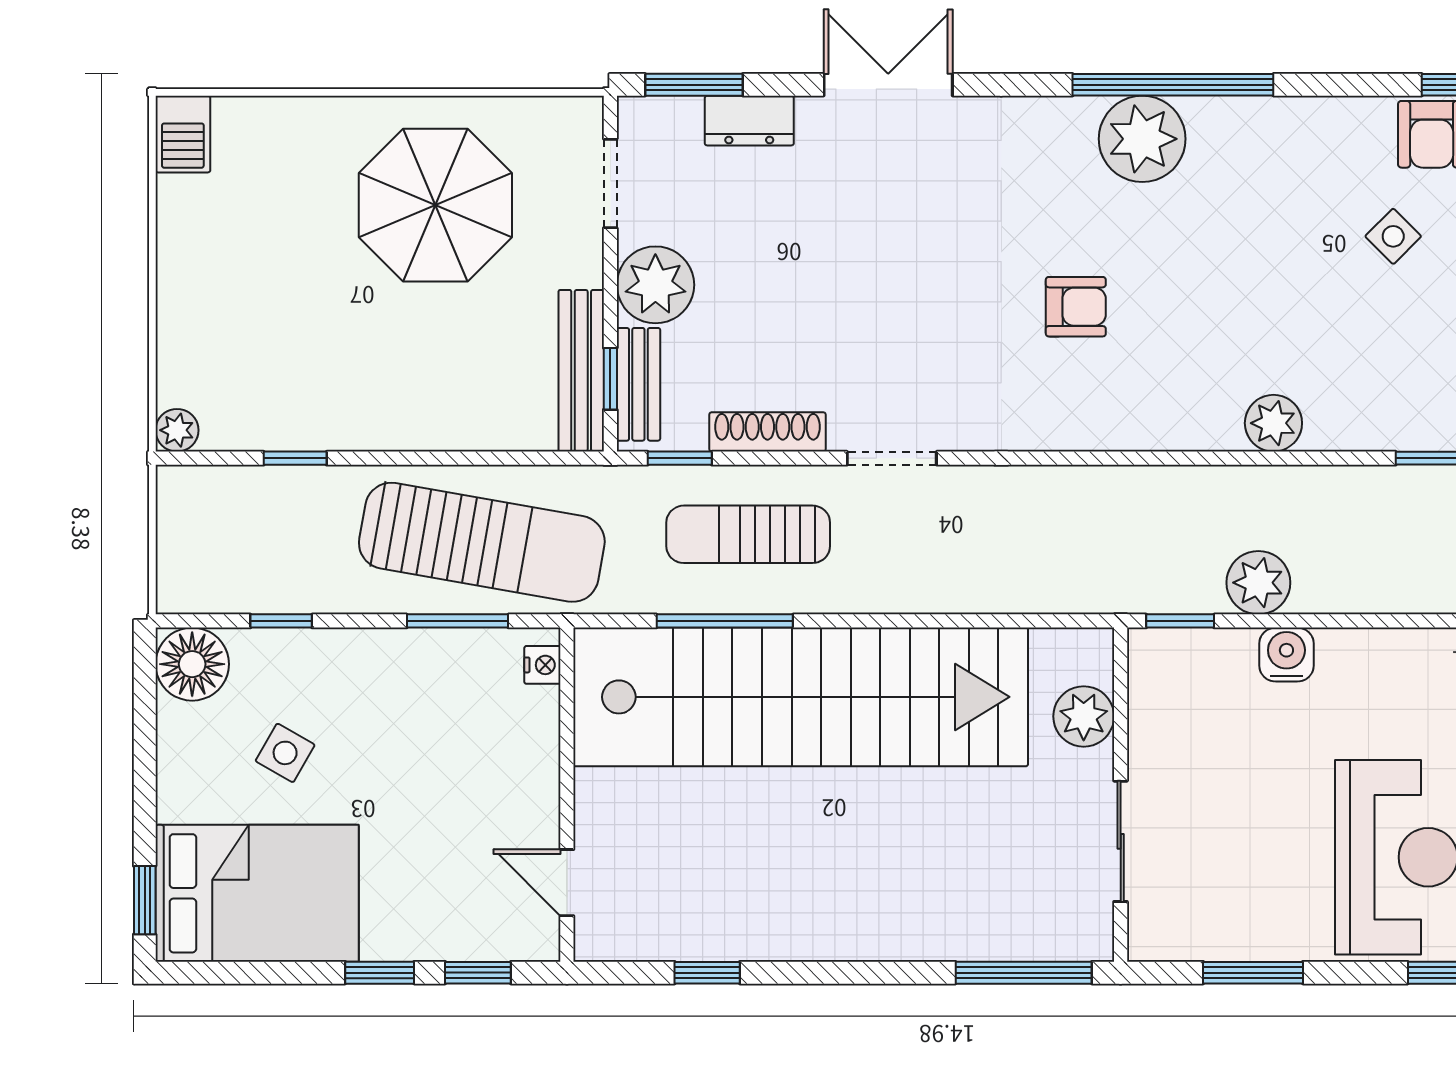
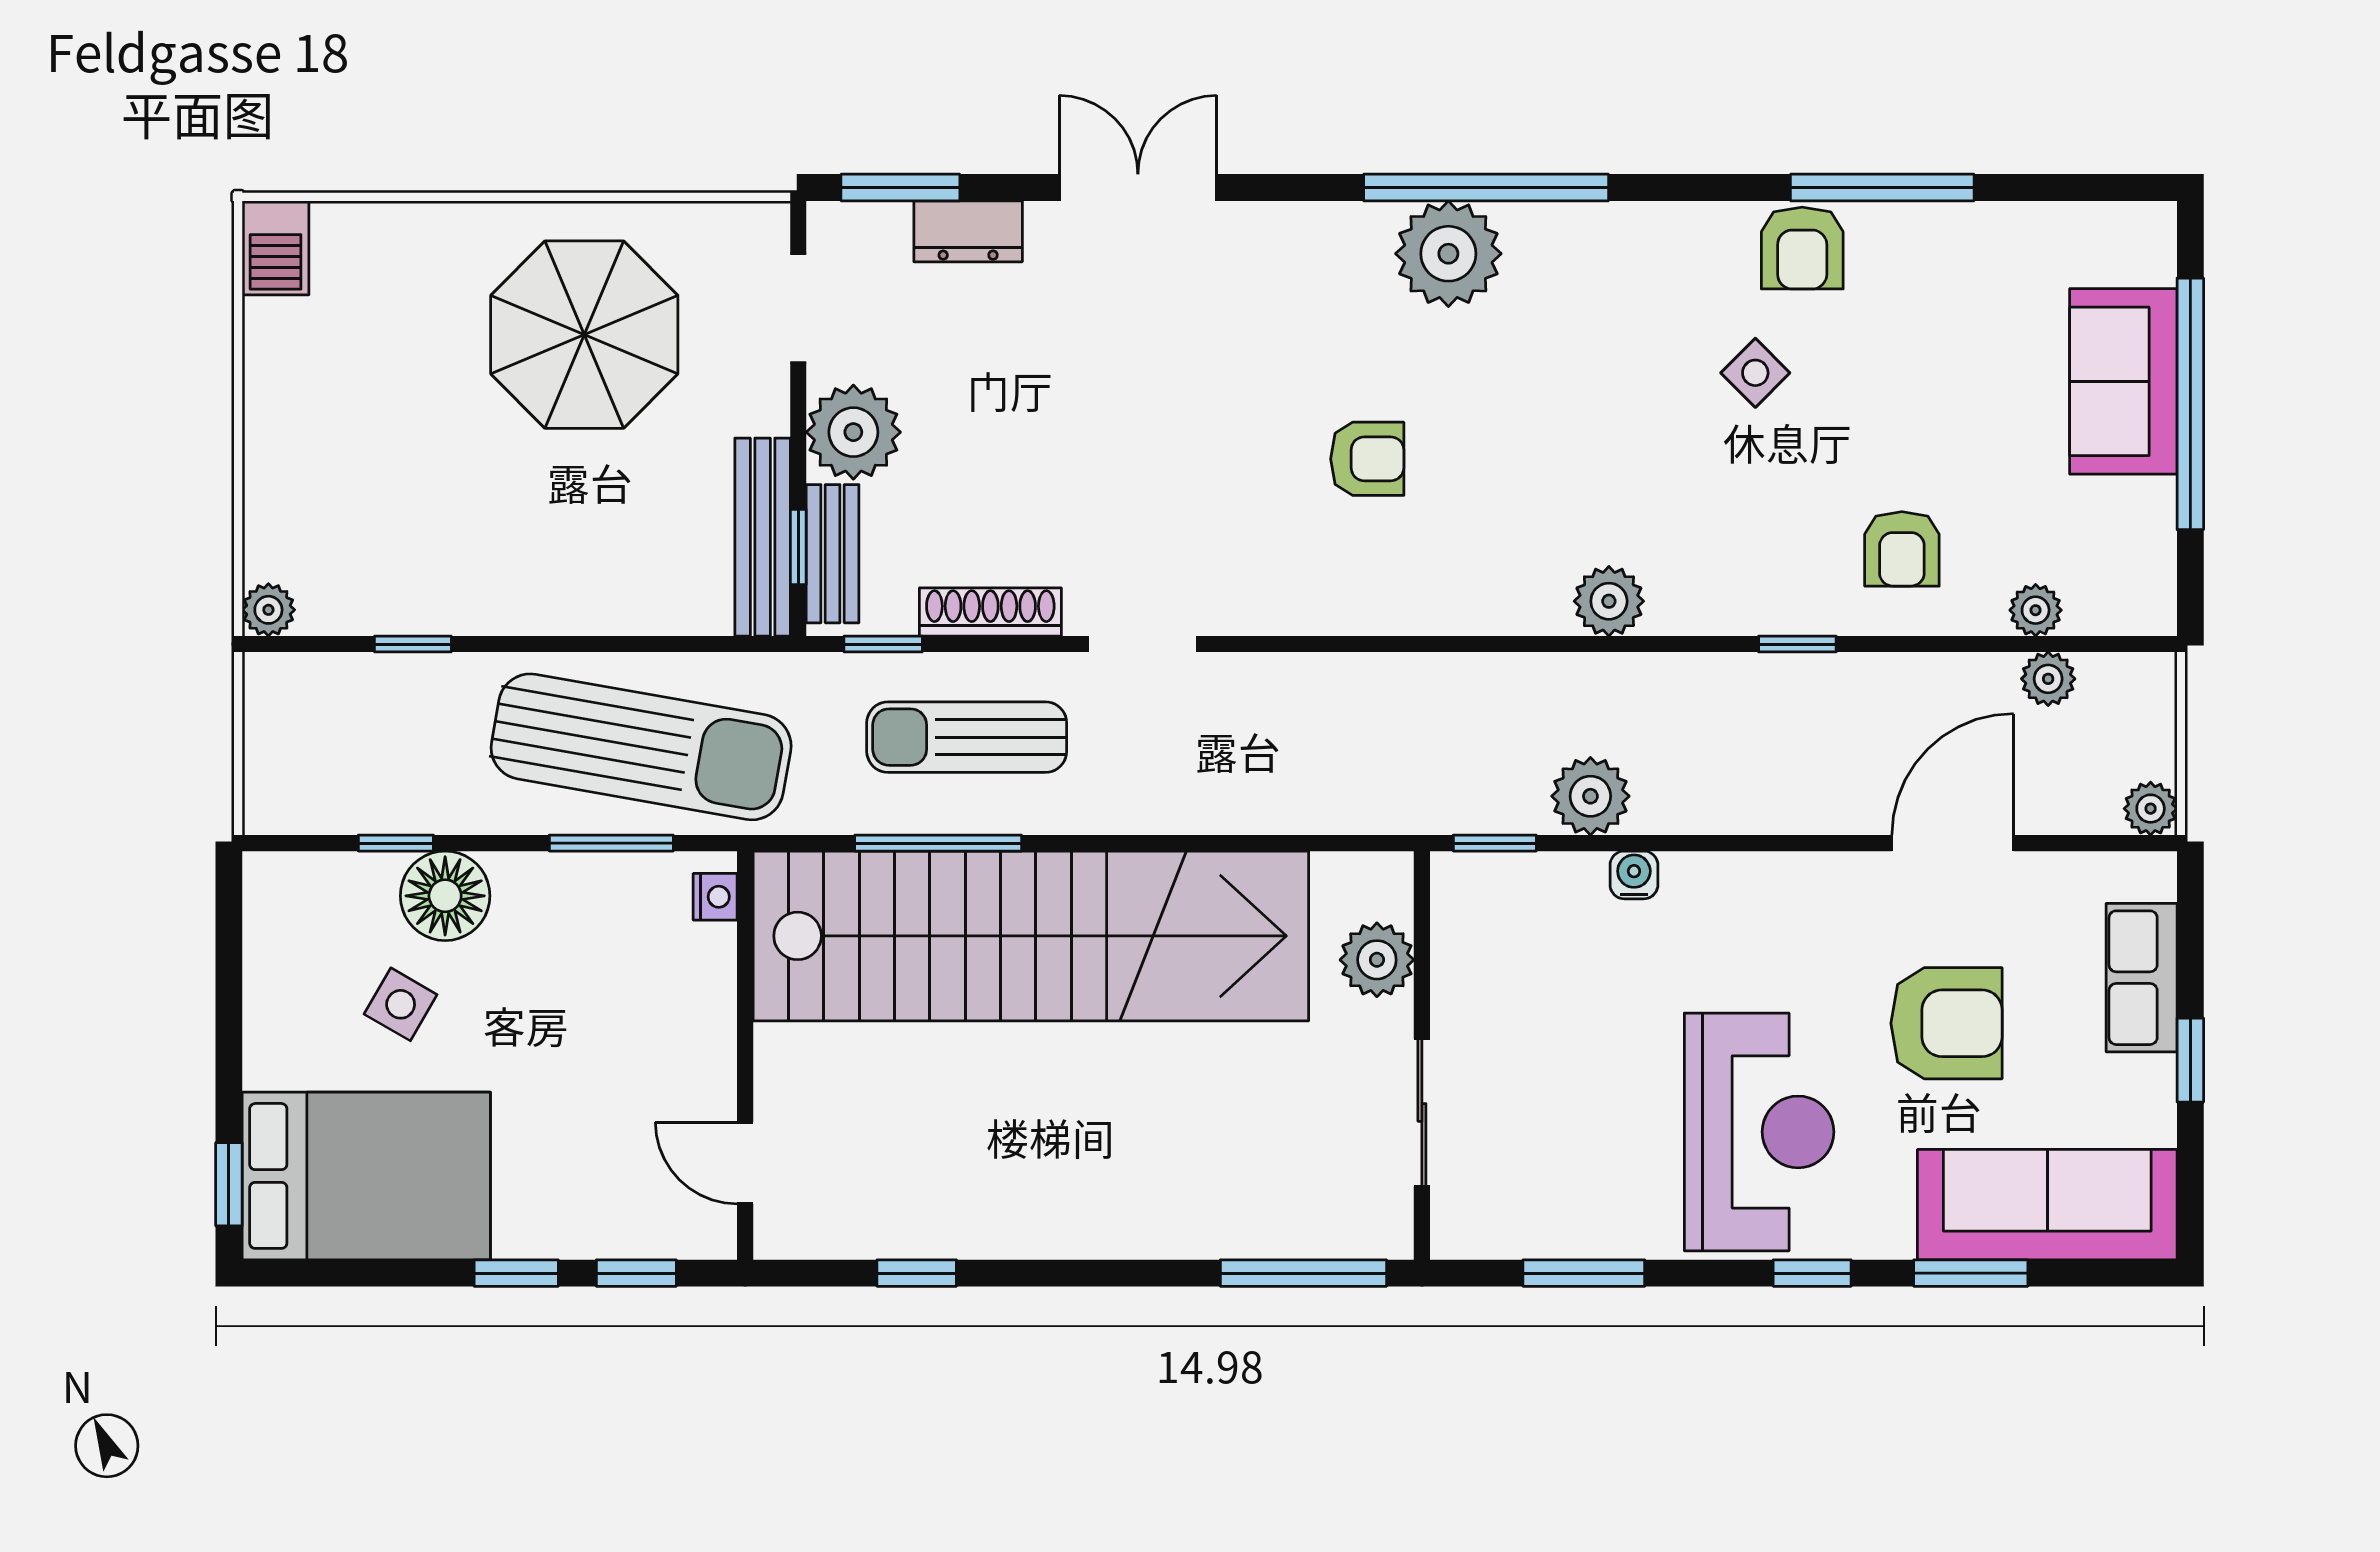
water cooler: (1286, 655) -> (1634, 875), width x0.72, depth x0.72
floor lamp: (192, 664) -> (445, 896), moved

